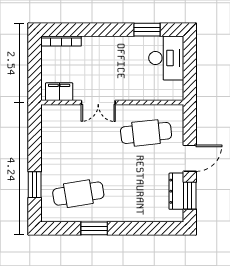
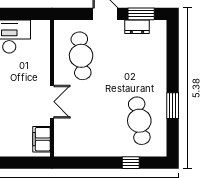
window: (35, 185) -> (131, 163), width x0.67
dresser: (176, 191) -> (137, 27), width x0.70

